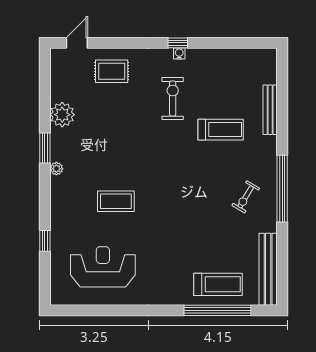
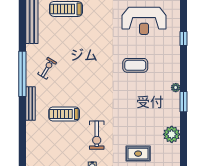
bench: (270, 110) -> (31, 103), moved
plant: (62, 115) -> (172, 134), moved

